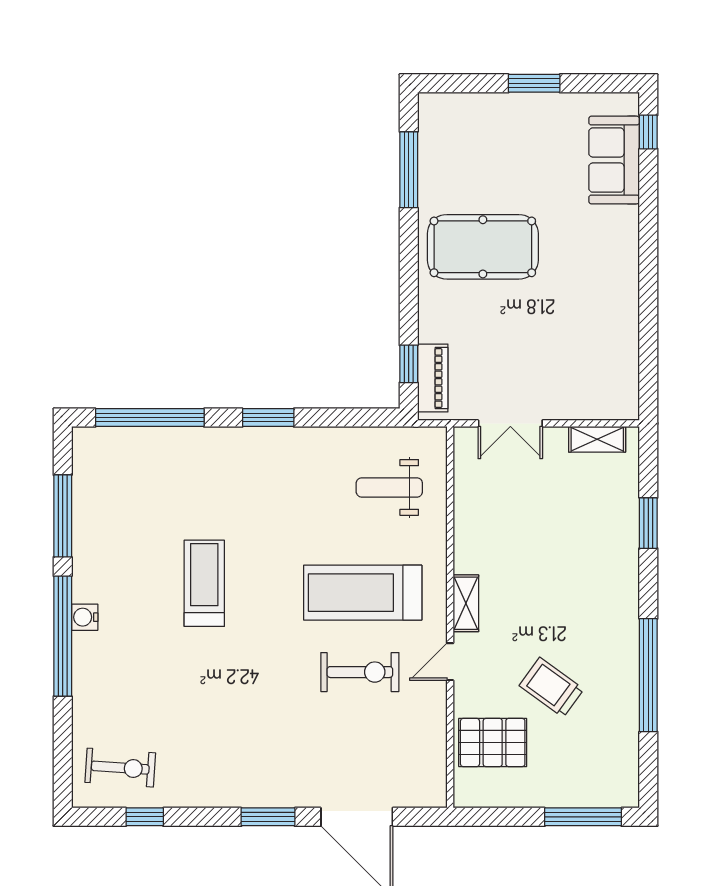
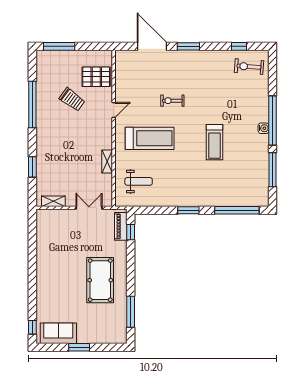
sofa: (614, 160) -> (58, 333), moved, turned -90
pool table: (483, 247) -> (100, 280), turned 90
shelving: (466, 603) -> (107, 162), moved
exercise bike: (360, 672) -> (172, 101), moved, width x0.73, depth x0.72

